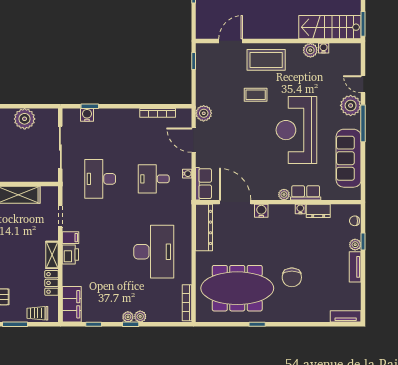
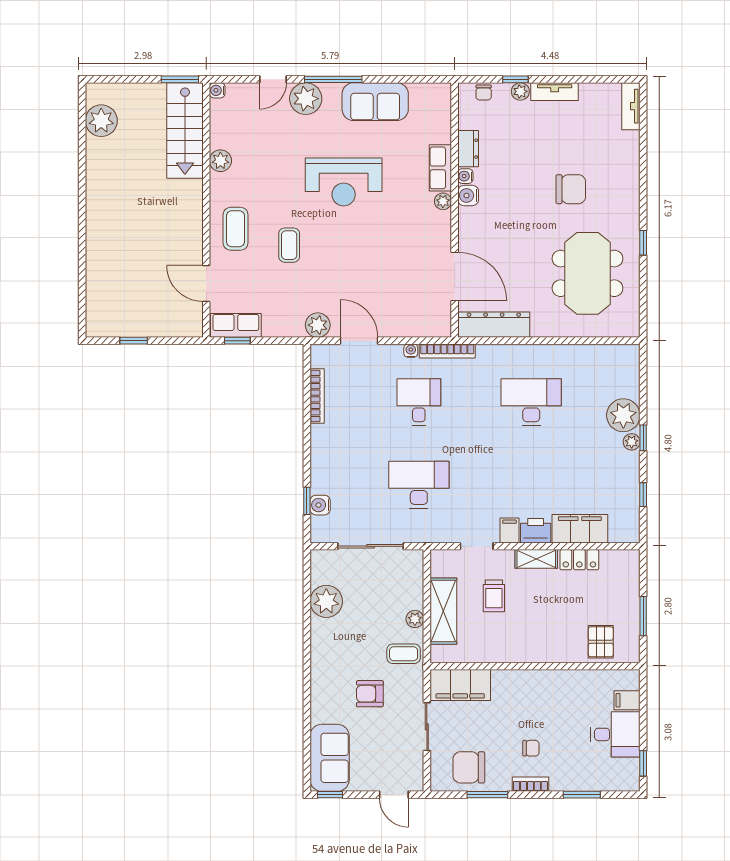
water cooler: (324, 48) -> (217, 90), moved
coffee table: (266, 60) -> (236, 229), width x0.73, depth x0.76
reception desk: (296, 130) -> (344, 182), width x0.74, depth x0.77
door: (194, 140) -> (359, 341), swing flipped
sofa: (349, 158) -> (375, 102), width x0.73
plant: (13, 176) -> (415, 619), added
desk: (100, 179) -> (419, 485), turned 180
desk: (154, 179) -> (419, 402), turned 180
row of seats: (204, 184) -> (236, 325), moved
door: (235, 202) -> (455, 277), swing flipped
water cooler: (261, 211) -> (468, 196), moved
desk: (154, 252) -> (531, 402), width x0.73, depth x0.77
meeting table: (237, 288) -> (587, 273), width x0.73
bookcase: (187, 303) -> (447, 351), moved
filing cabinet: (72, 304) -> (580, 529), moved
trolley: (37, 313) -> (494, 596), moved
plant: (140, 316) -> (623, 415), width x1.88, depth x1.88

